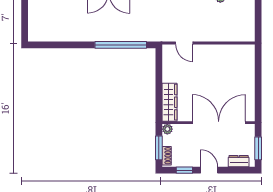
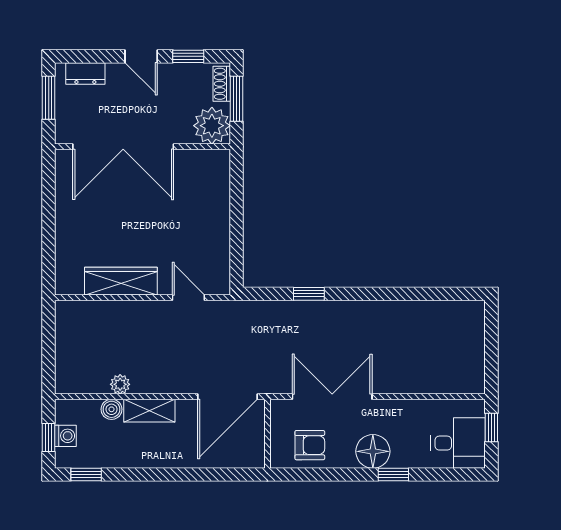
window: (121, 45) -> (309, 294), width x0.32
wardrobe: (170, 102) -> (121, 281), moved, turned 90
plant: (167, 129) -> (212, 126), width x1.88, depth x1.88

